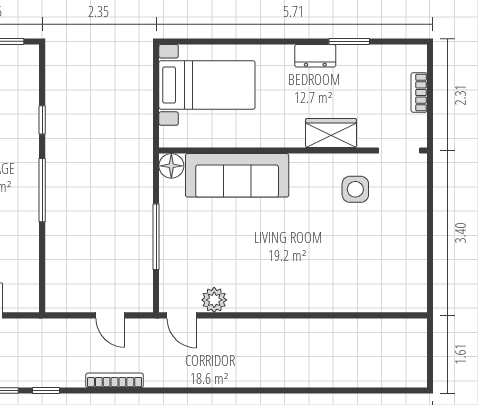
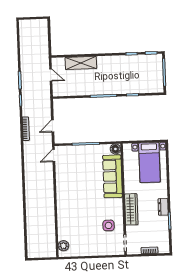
wardrobe: (331, 133) -> (131, 209), width x1.50
plant: (214, 300) -> (63, 246), moved

